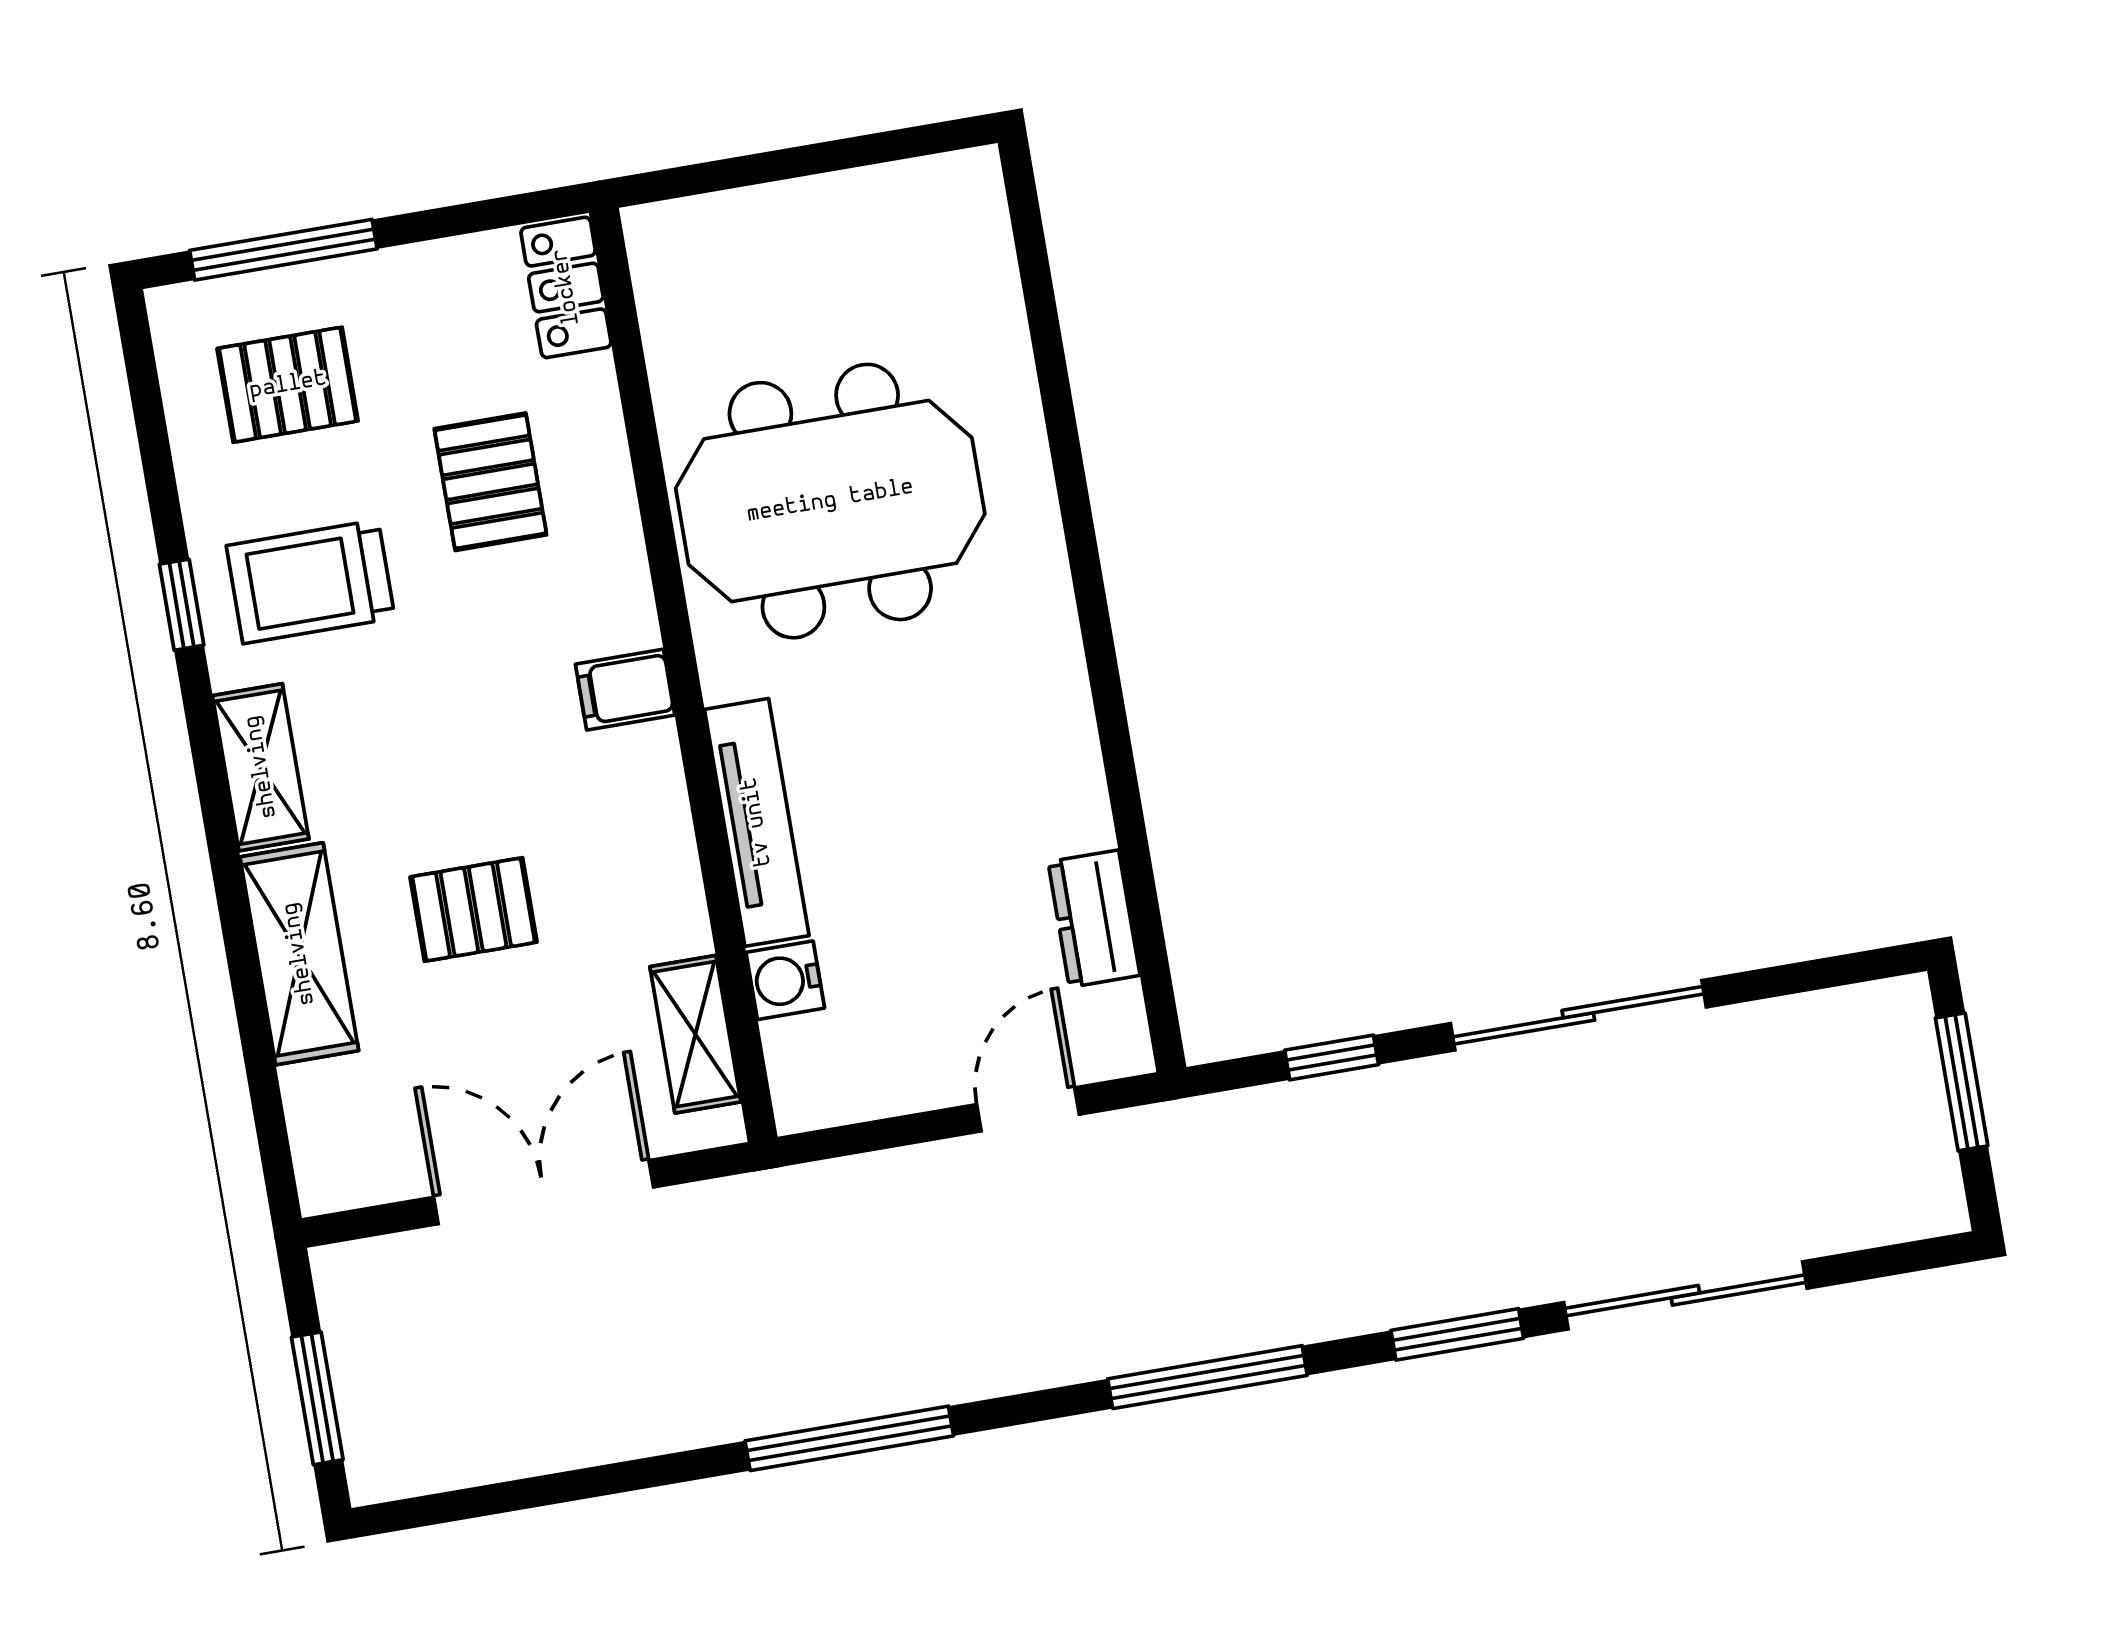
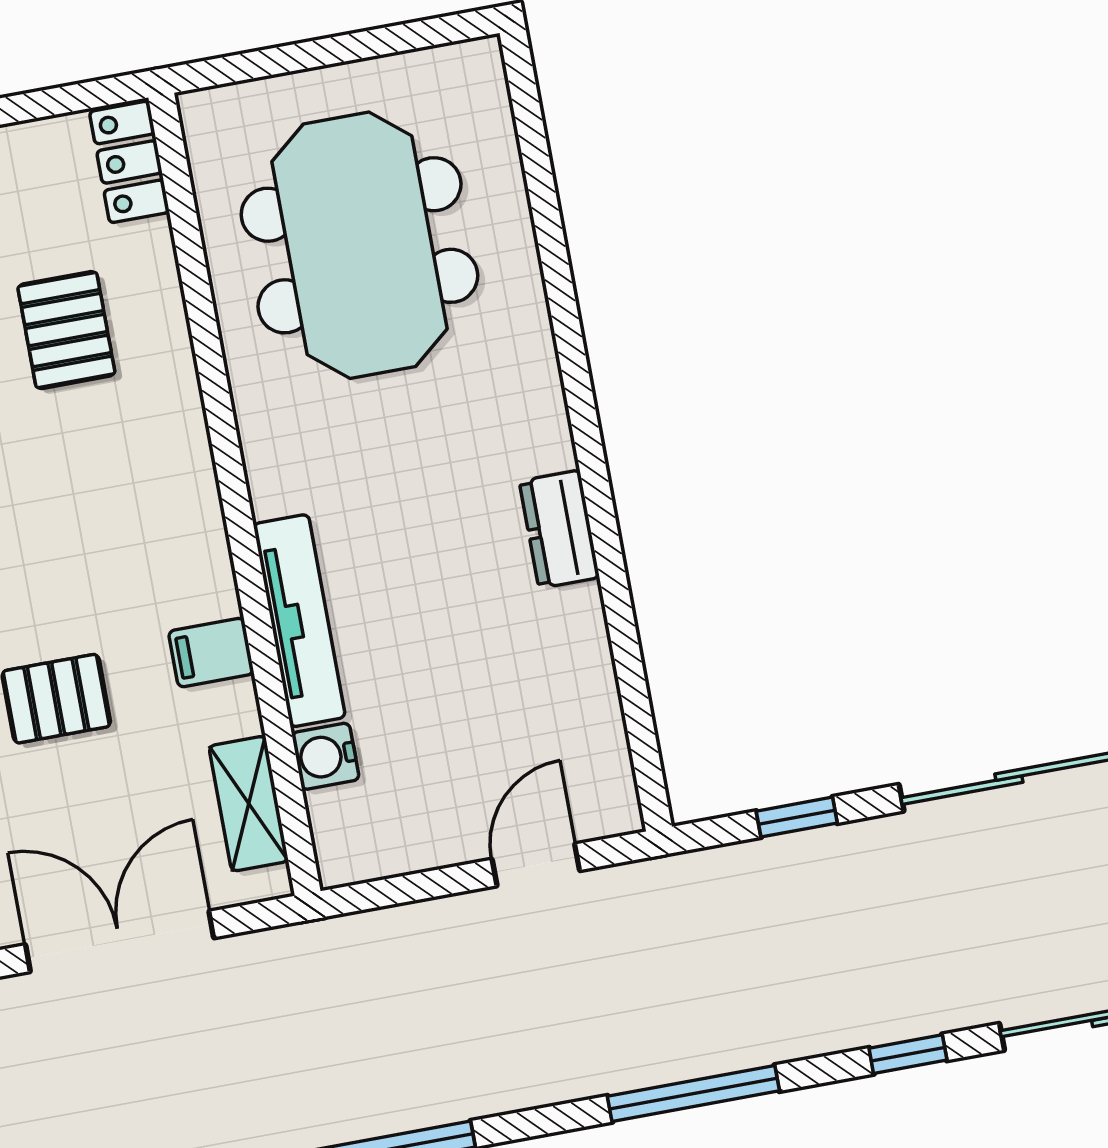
meeting table: (830, 501) -> (359, 245), moved, turned 90
filing cabinet: (625, 690) -> (211, 653), moved
dresser: (1094, 919) -> (559, 529), moved
window: (1457, 1334) -> (908, 1054), width x0.67

